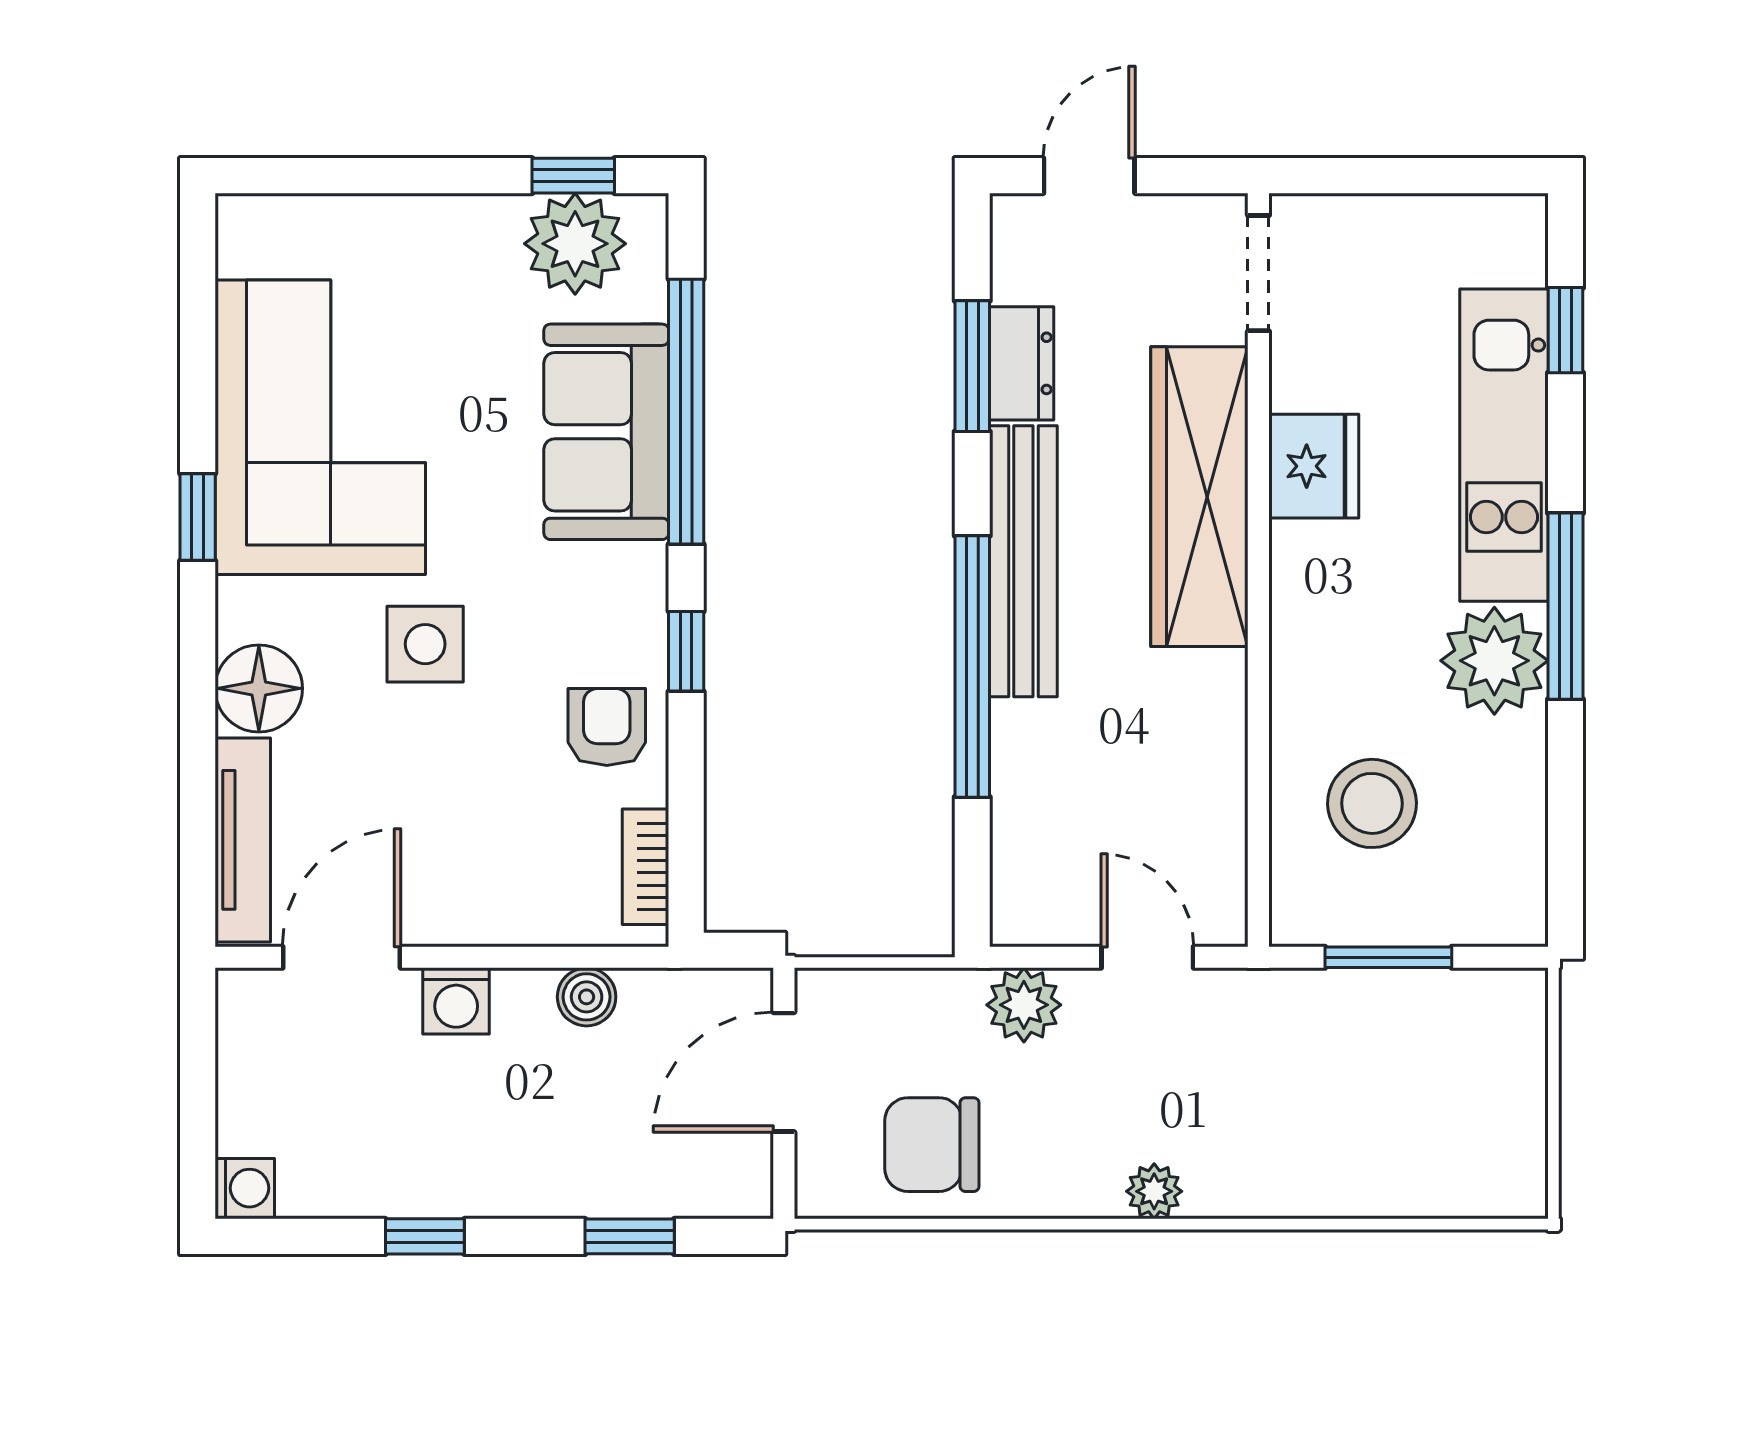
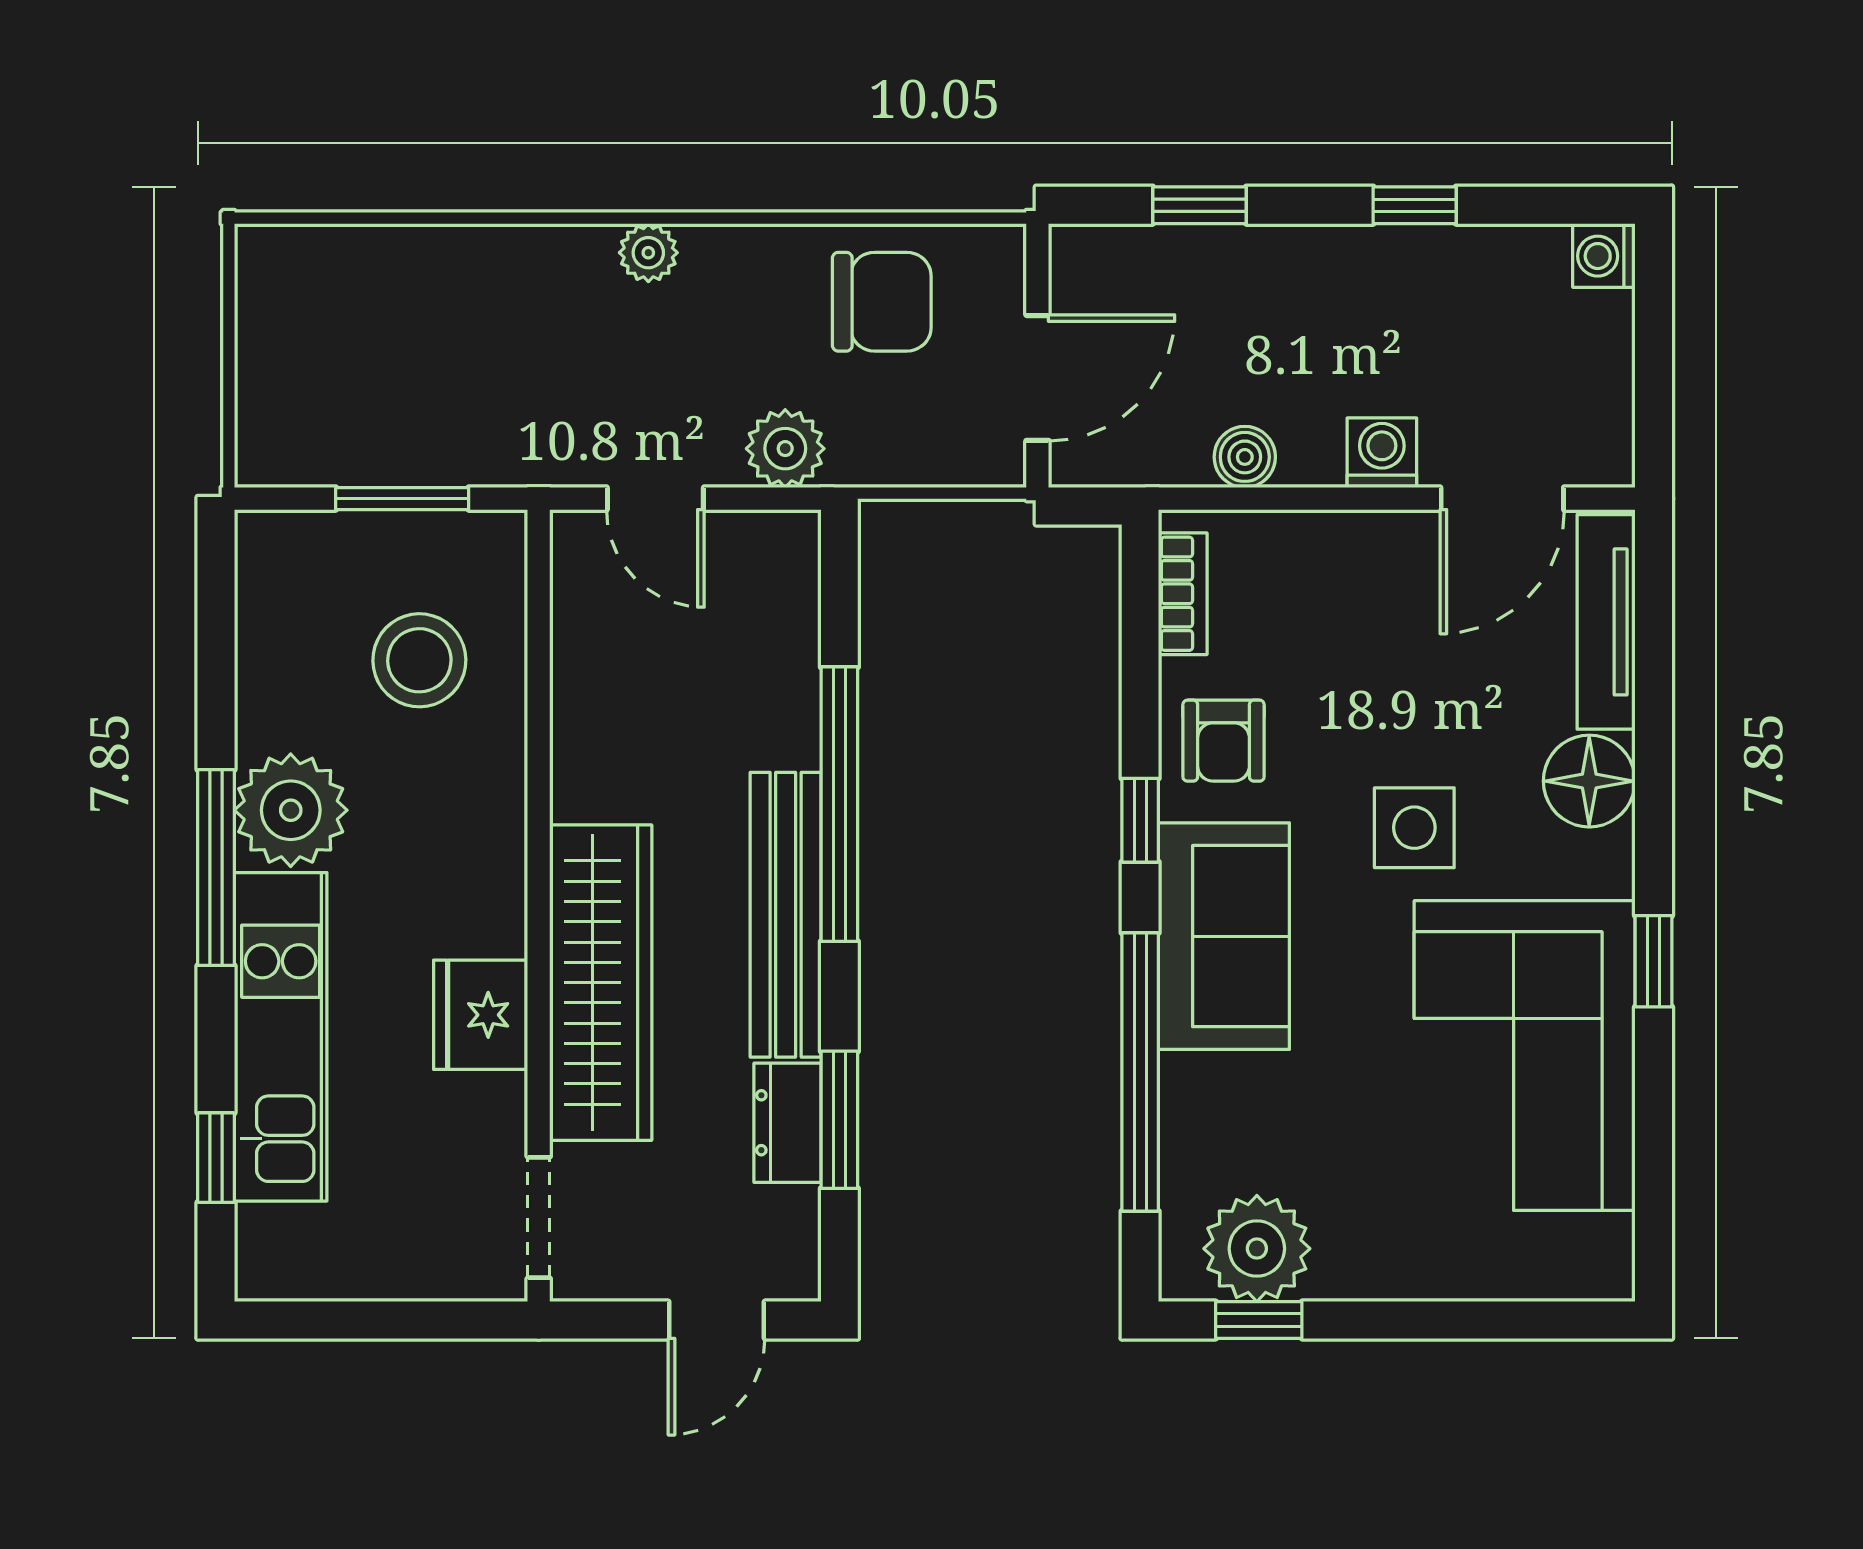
sofa: (606, 432) -> (1224, 936), moved

